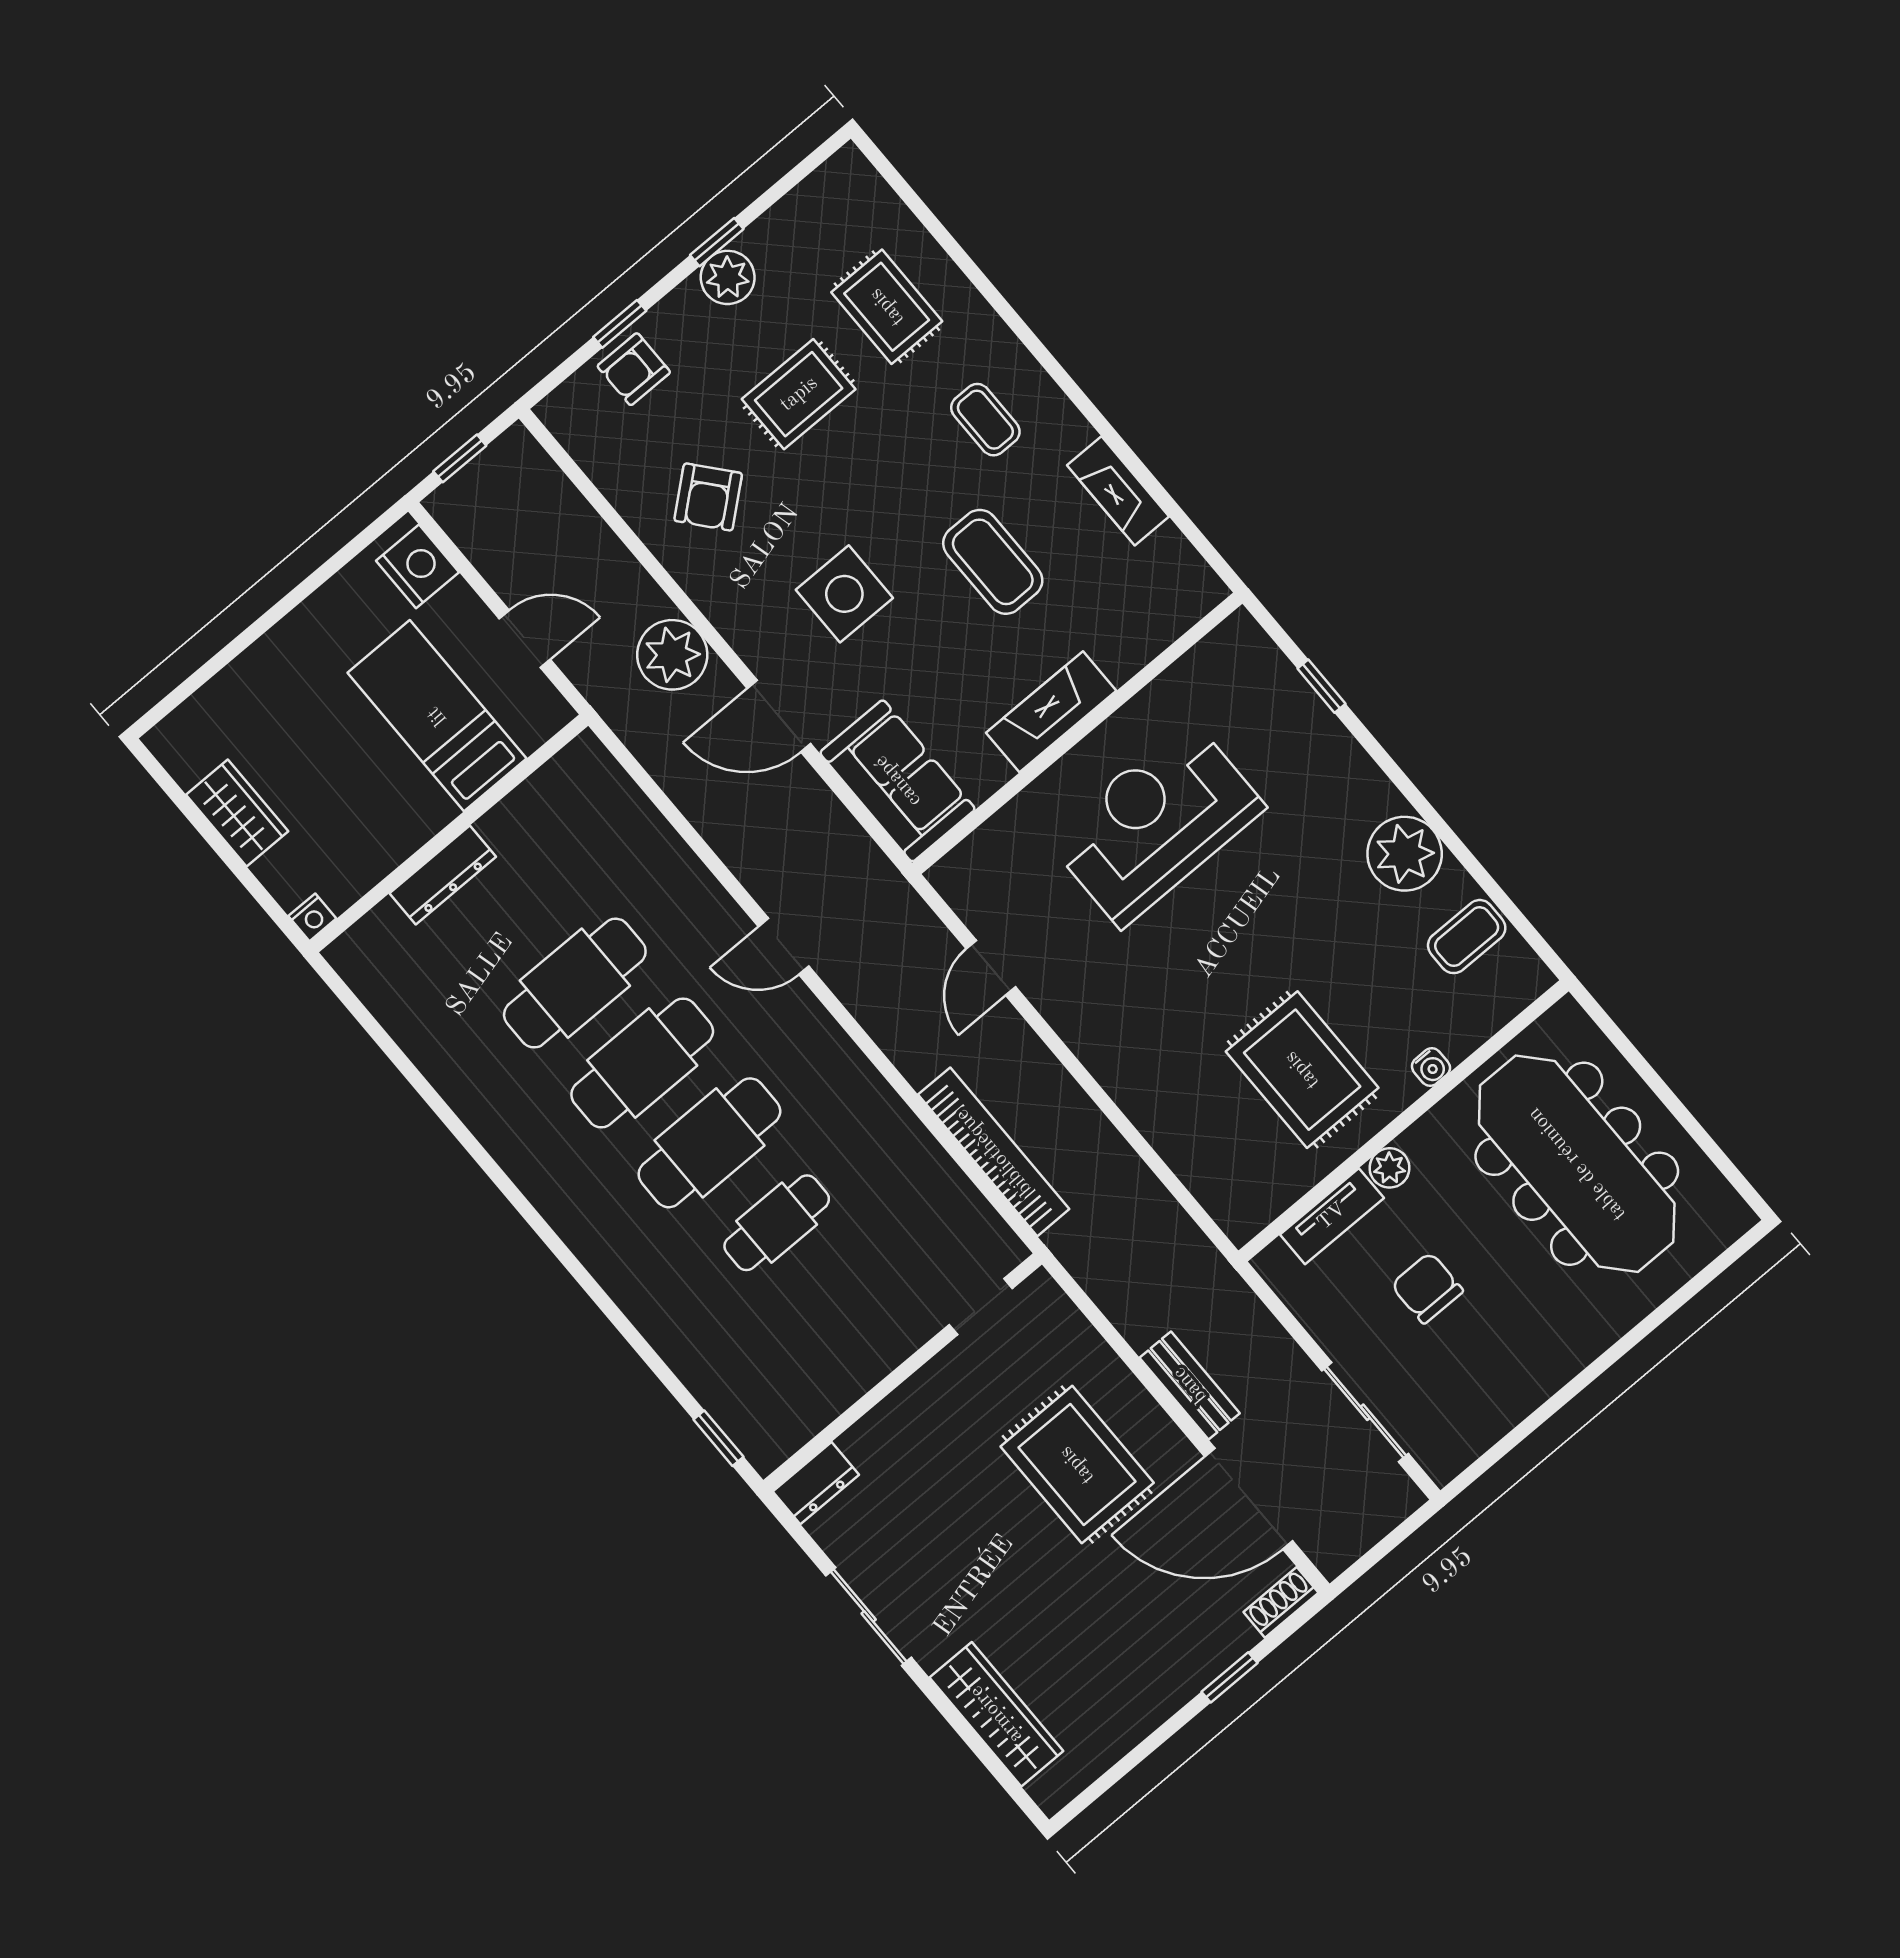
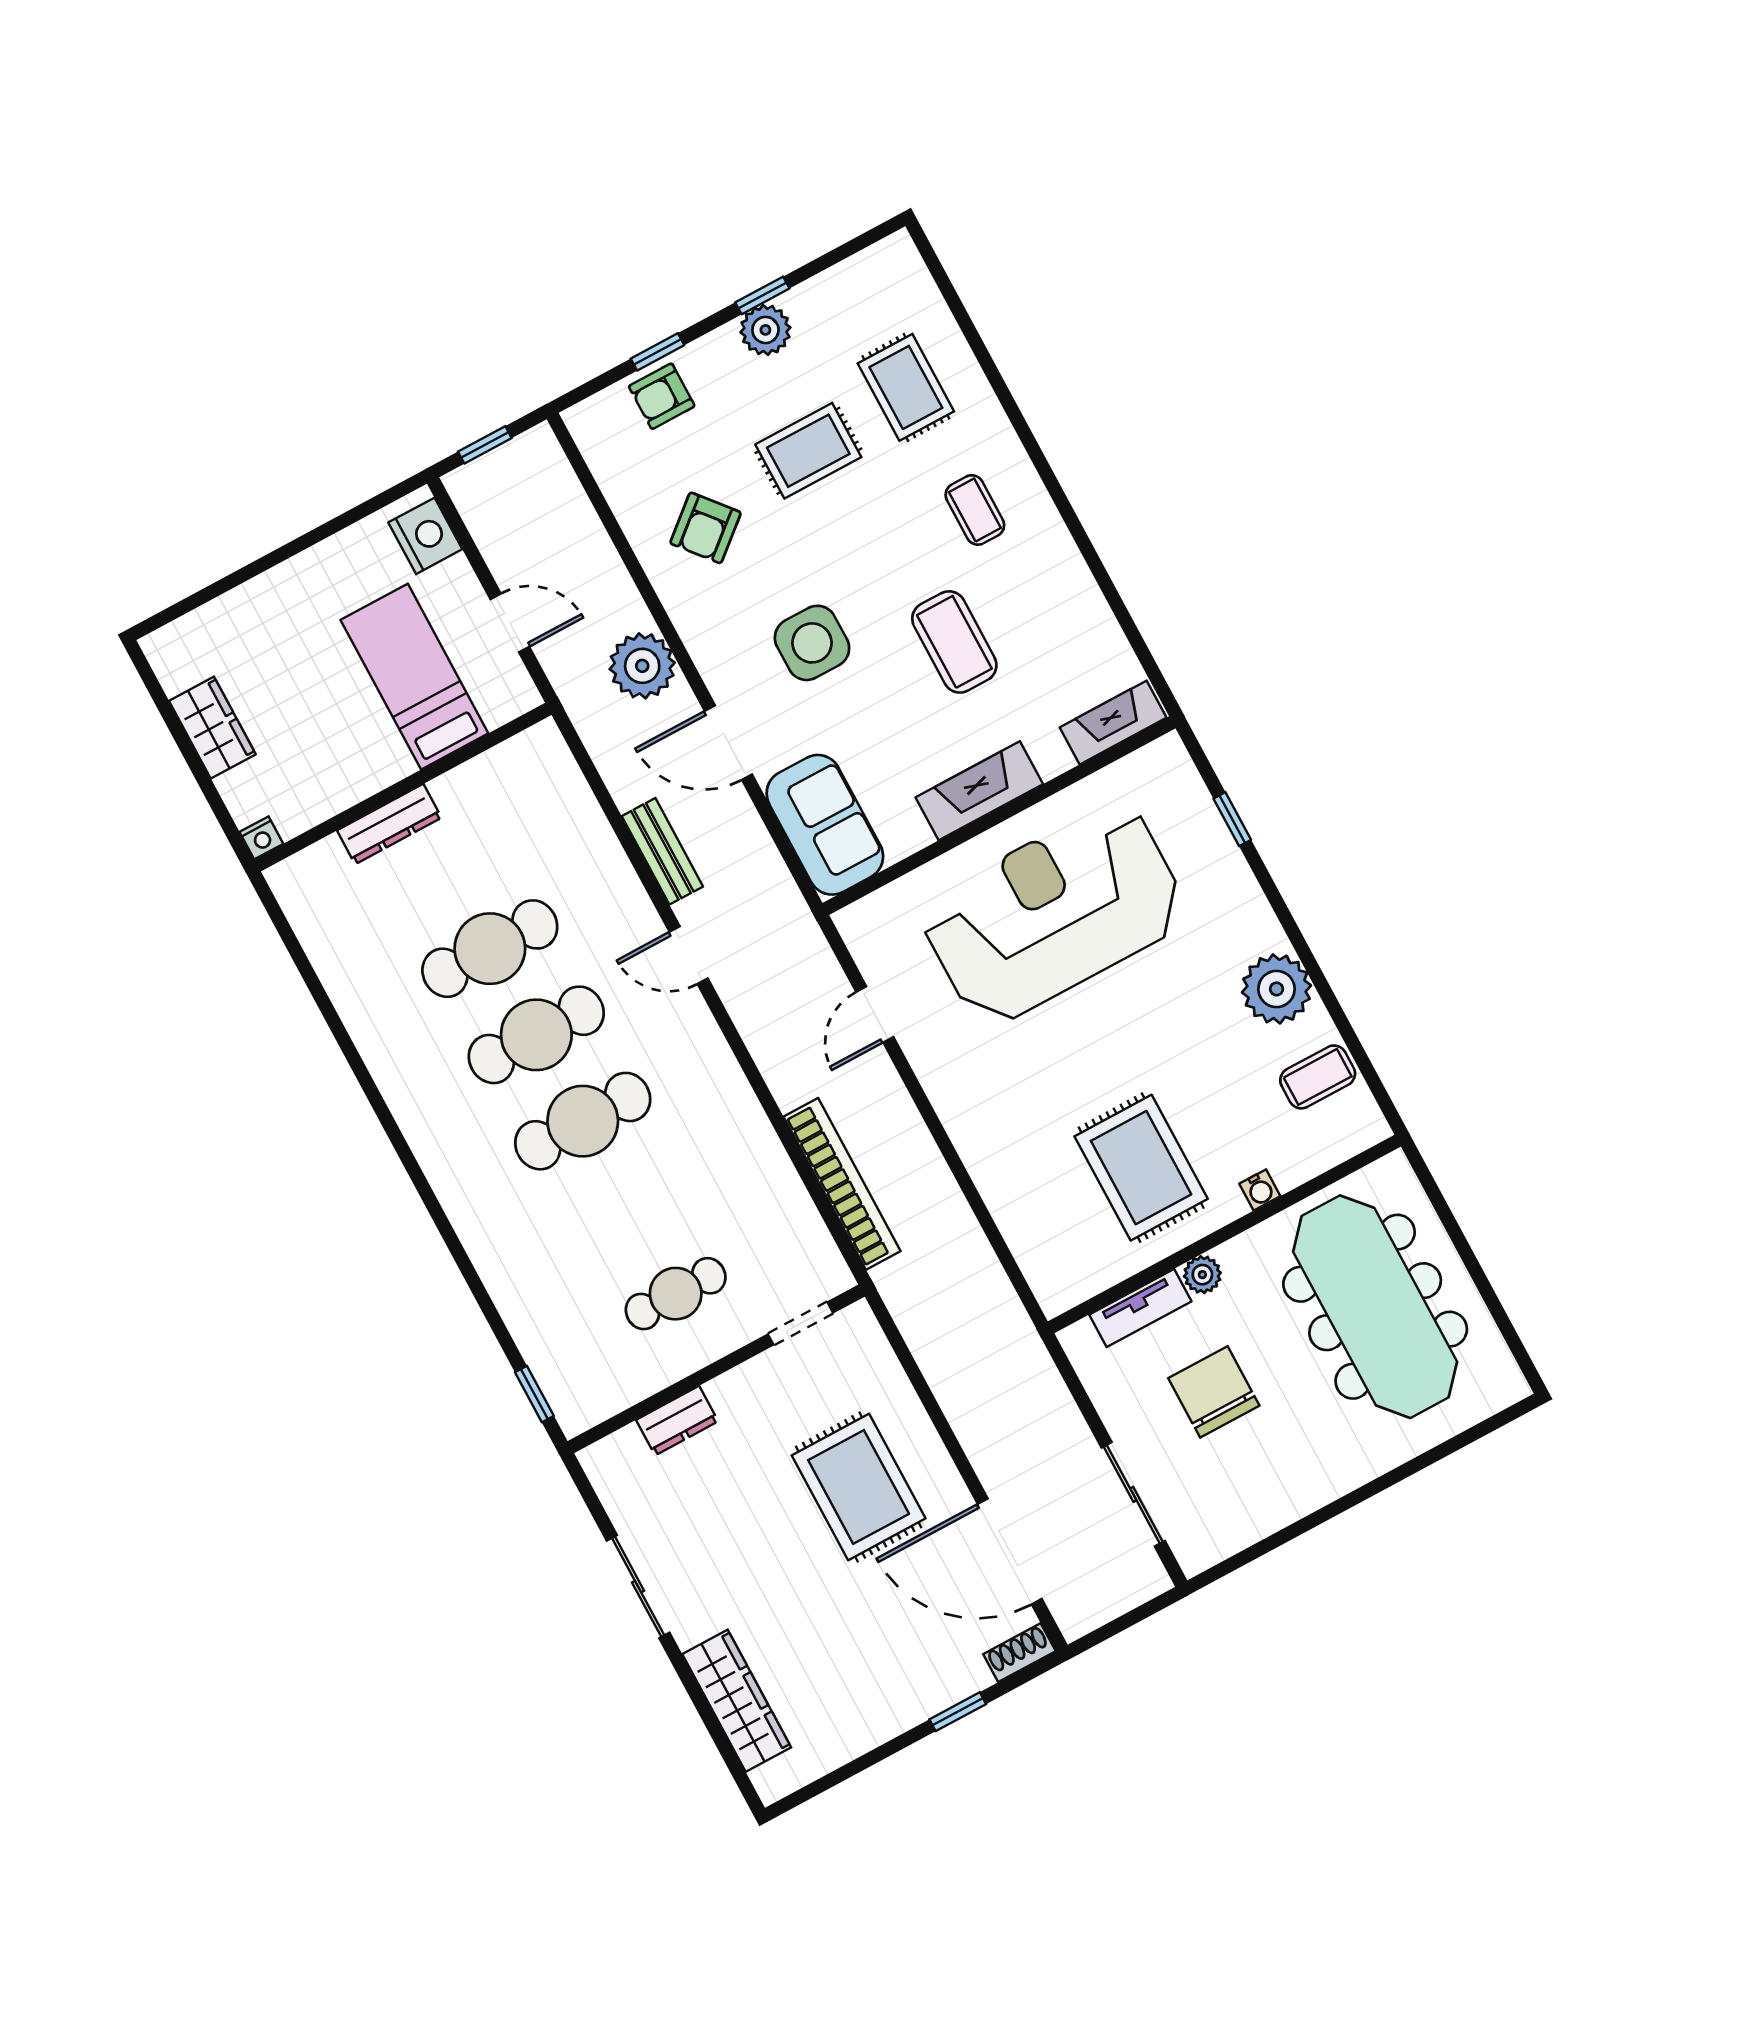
fireplace: (1118, 491) -> (1113, 723), moved, turned 90
reception desk: (1156, 823) -> (1054, 913), width x1.36, depth x1.30
cafe table: (777, 1223) -> (676, 1294), moved
chair: (1427, 1288) -> (1214, 1392), width x1.37, depth x1.37
bench: (1190, 1385) -> (662, 851), moved
dresser: (816, 1483) -> (677, 1421), moved

